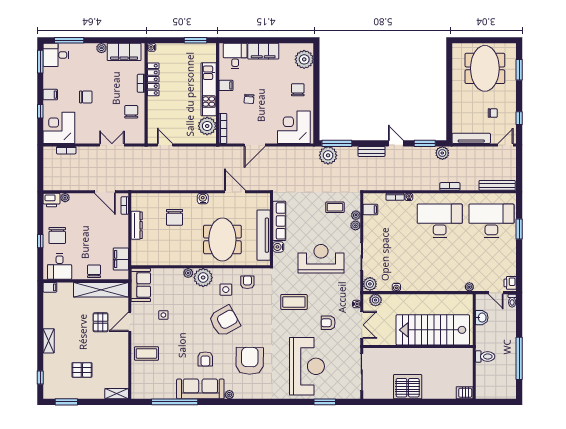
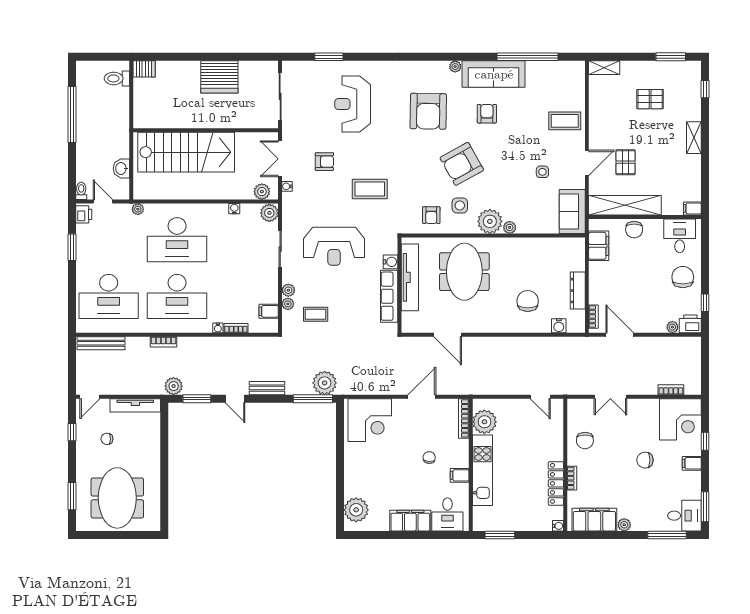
chair: (298, 90) -> (365, 470), removed
water cooler: (203, 199) -> (559, 326), moved
window: (519, 229) -> (72, 247), moved
window: (40, 241) -> (705, 303), moved
desk: (440, 264) -> (177, 240), added
toilet: (485, 356) -> (117, 78), moved
reception desk: (307, 366) -> (353, 104), width x0.74, depth x0.77

